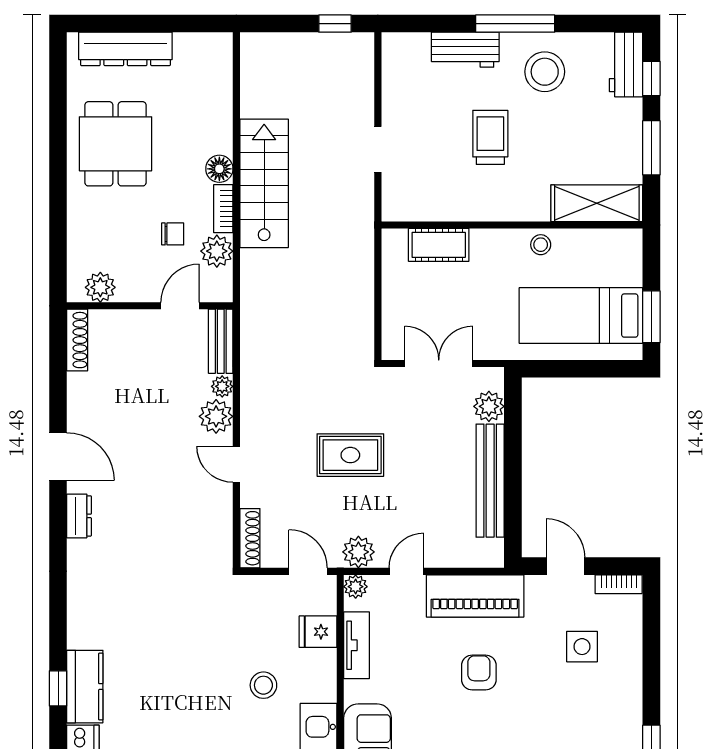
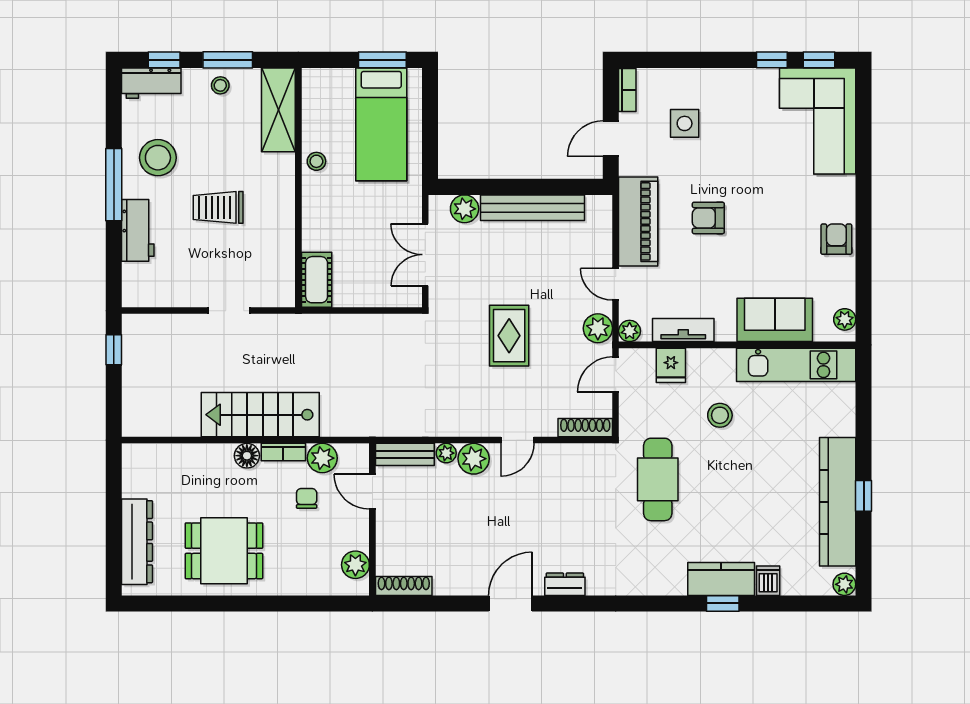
stool: (624, 140) -> (220, 85), added
cot: (439, 245) -> (317, 280), moved
cafe table: (193, 617) -> (658, 479), added

